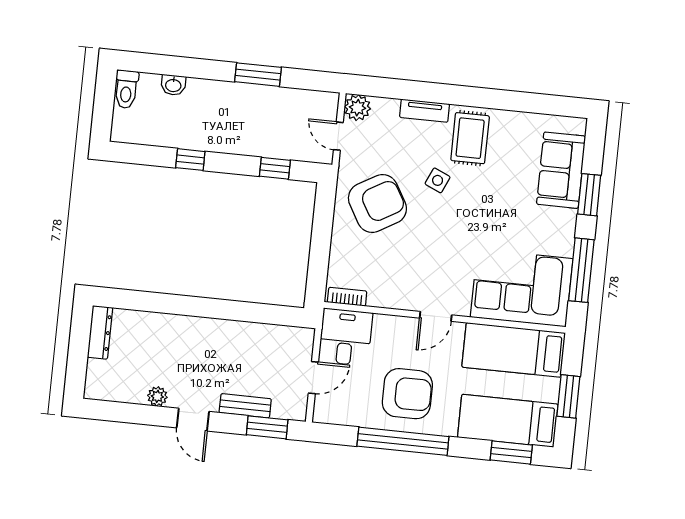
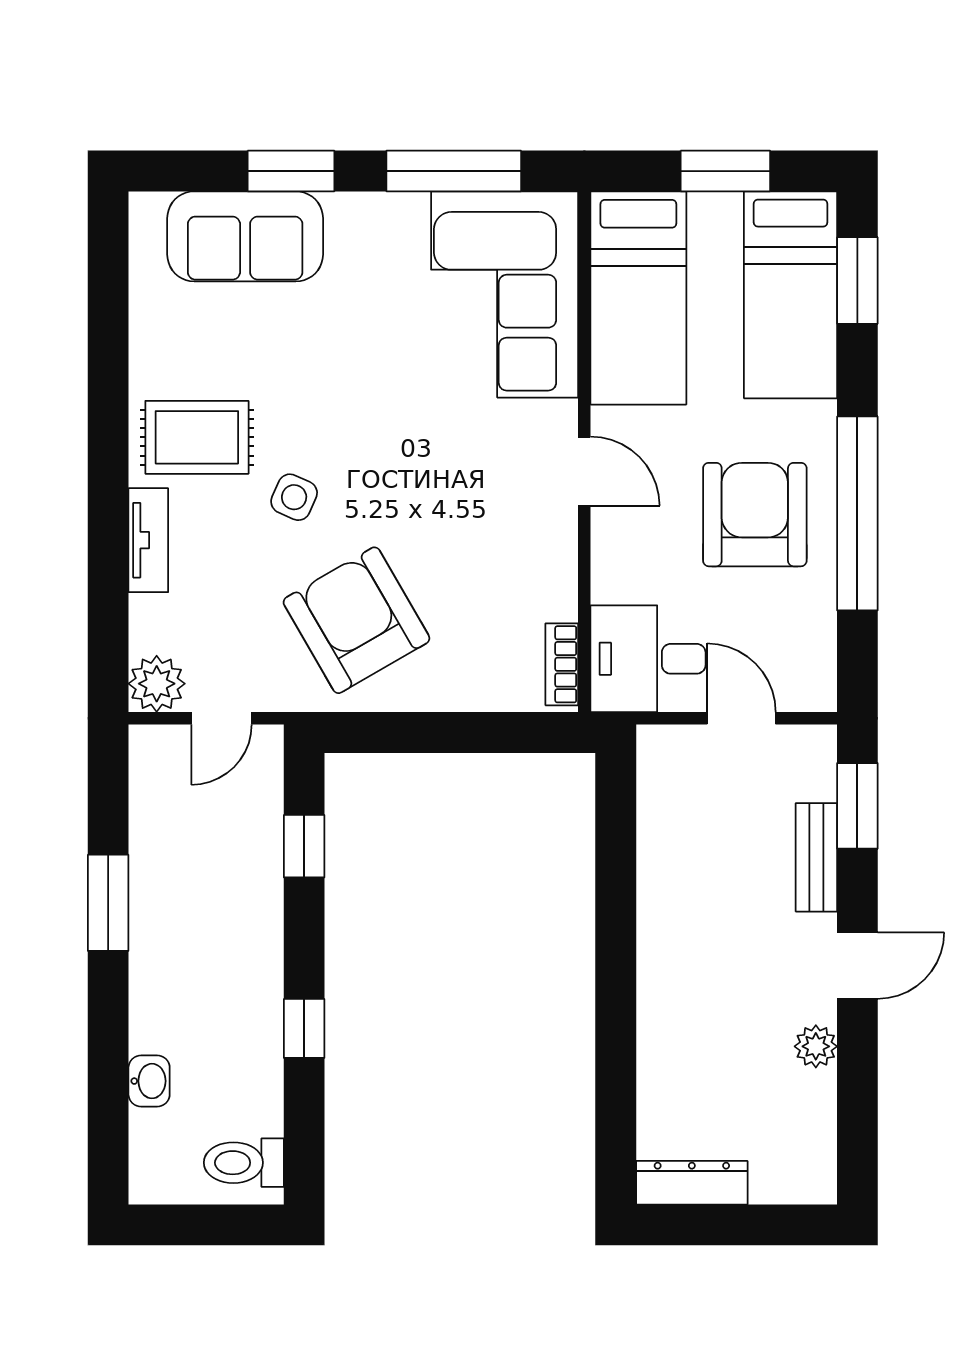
toilet: (126, 89) -> (244, 1163), moved, turned 180

